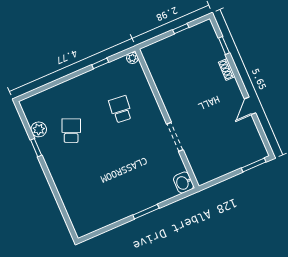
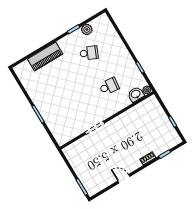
washbasin: (183, 183) -> (136, 94), moved
piano: (68, 191) -> (45, 57), added

